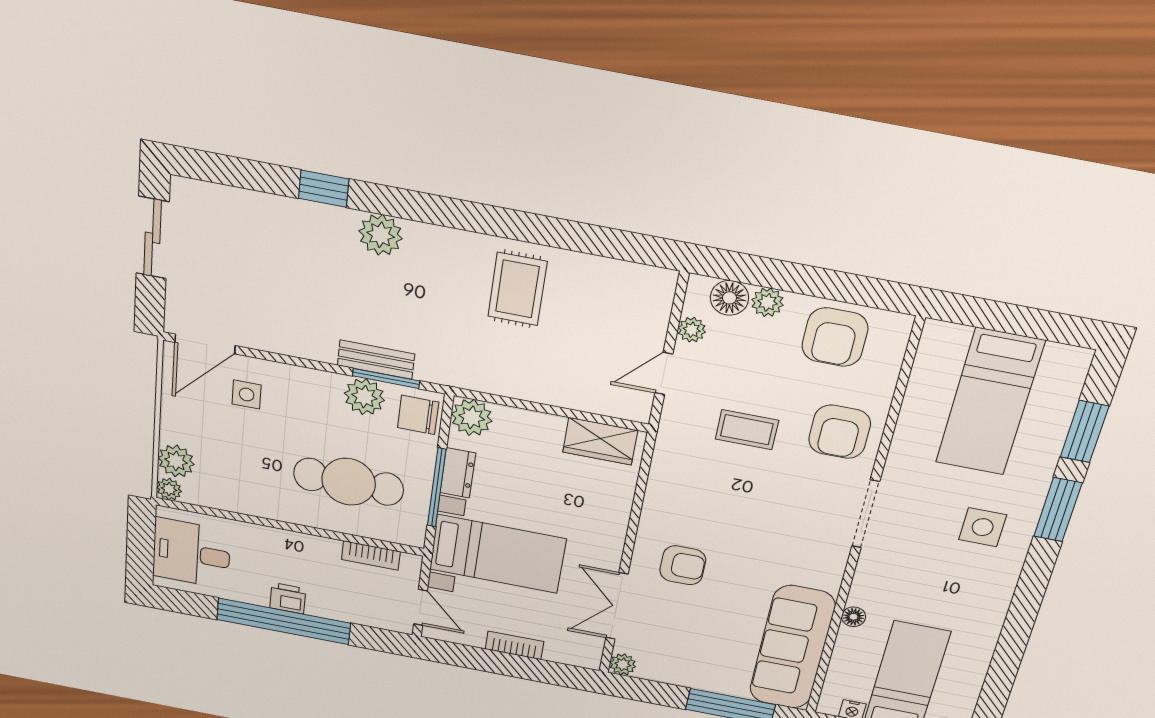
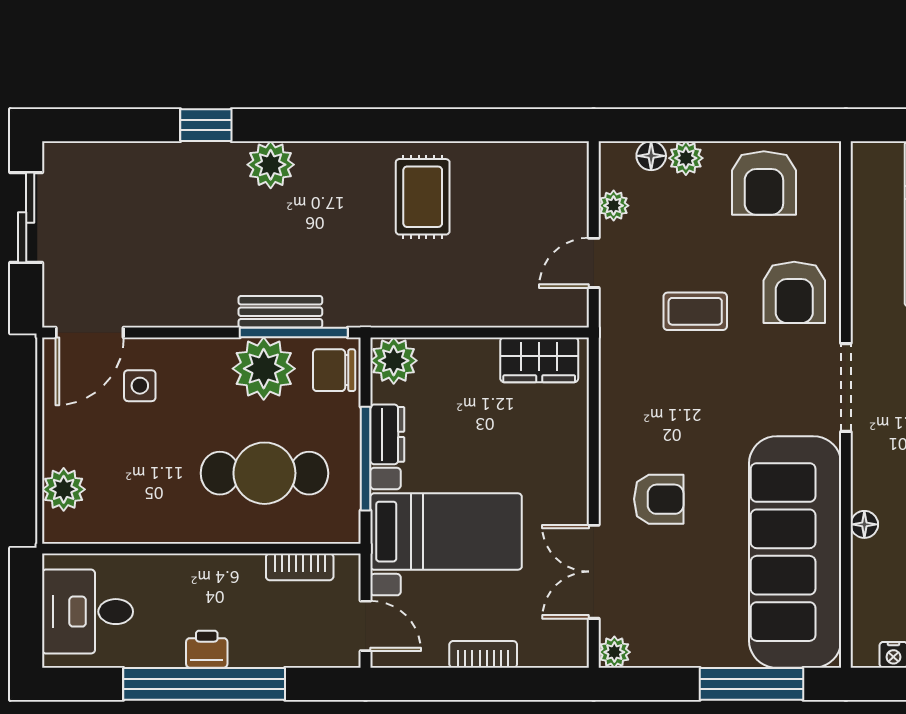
floor lamp: (729, 298) -> (651, 156), width x0.73, depth x0.73
window: (386, 378) -> (294, 332), width x1.44
plant: (364, 397) -> (264, 369), width x1.36, depth x1.36
plant: (169, 489) -> (57, 529), removed
sofa: (792, 648) -> (795, 552), width x1.36, depth x1.27

